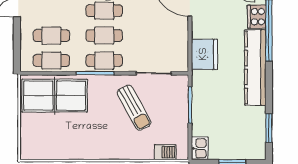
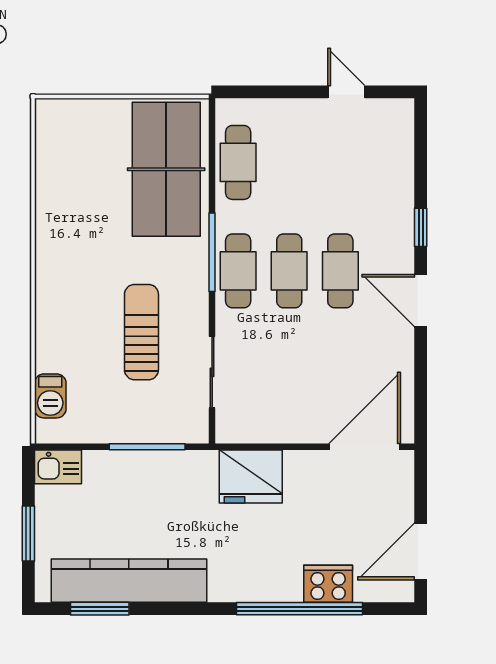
cafe table: (51, 36) -> (289, 162), removed
kitchen counter: (255, 68) -> (129, 581), moved
sun lounger: (134, 108) -> (141, 332), turned 119

